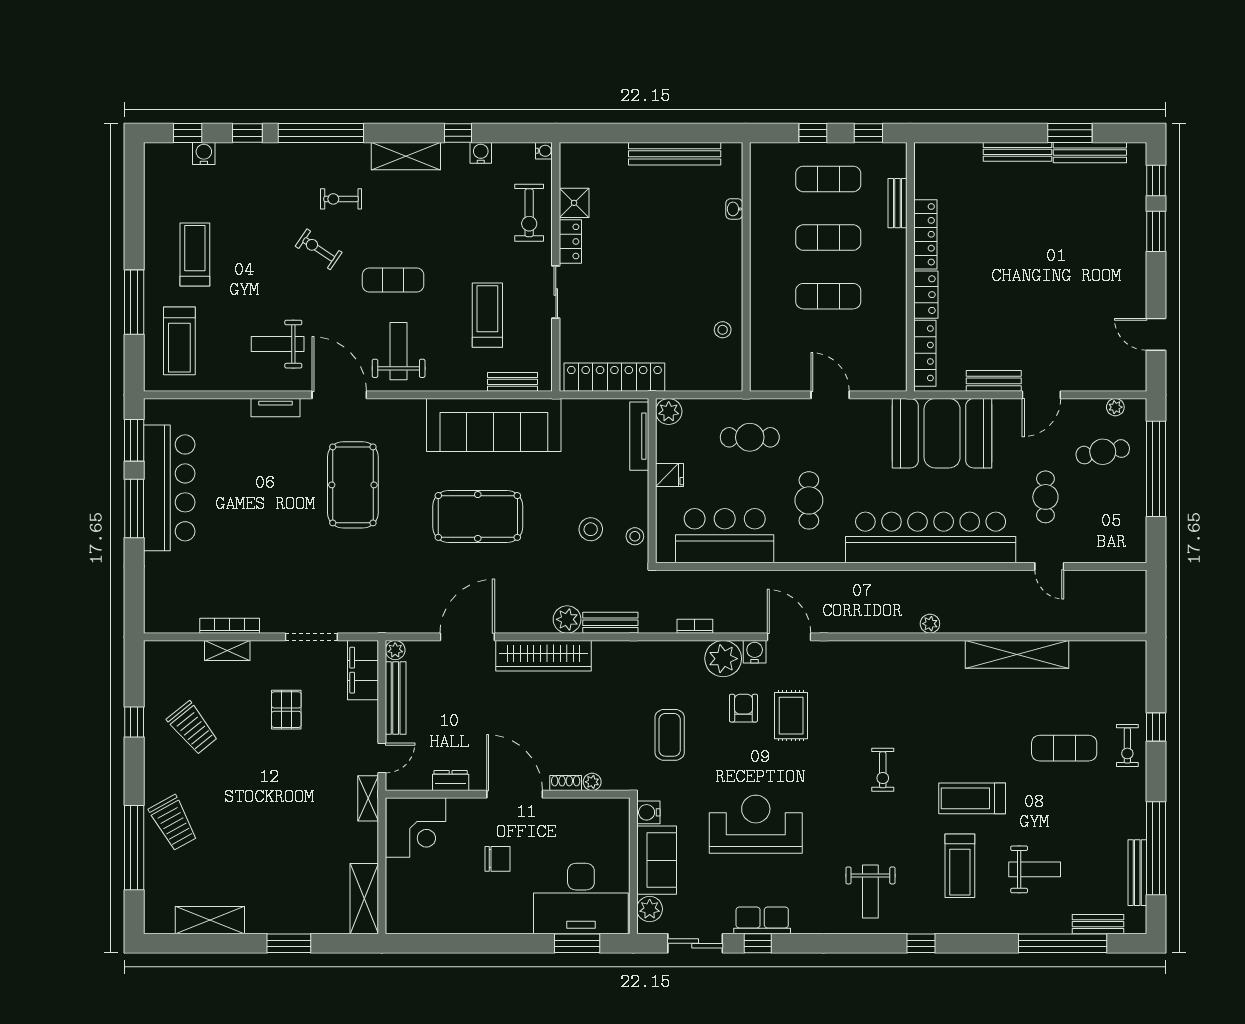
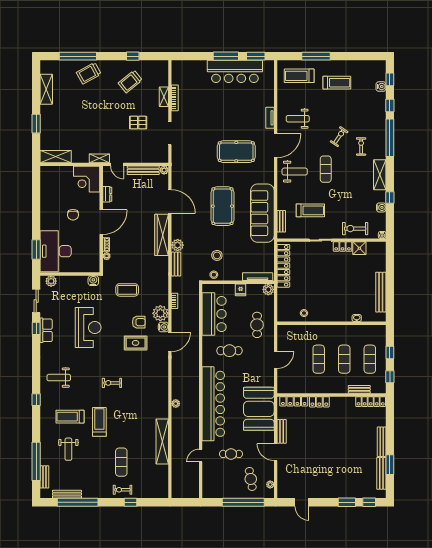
locker: (925, 234) -> (371, 402), moved
door: (1156, 334) -> (302, 502), swing flipped
weight bench: (278, 344) -> (298, 119), turned -90
filing cabinet: (363, 670) -> (155, 156), removed
sofa: (657, 860) -> (72, 284), removed

